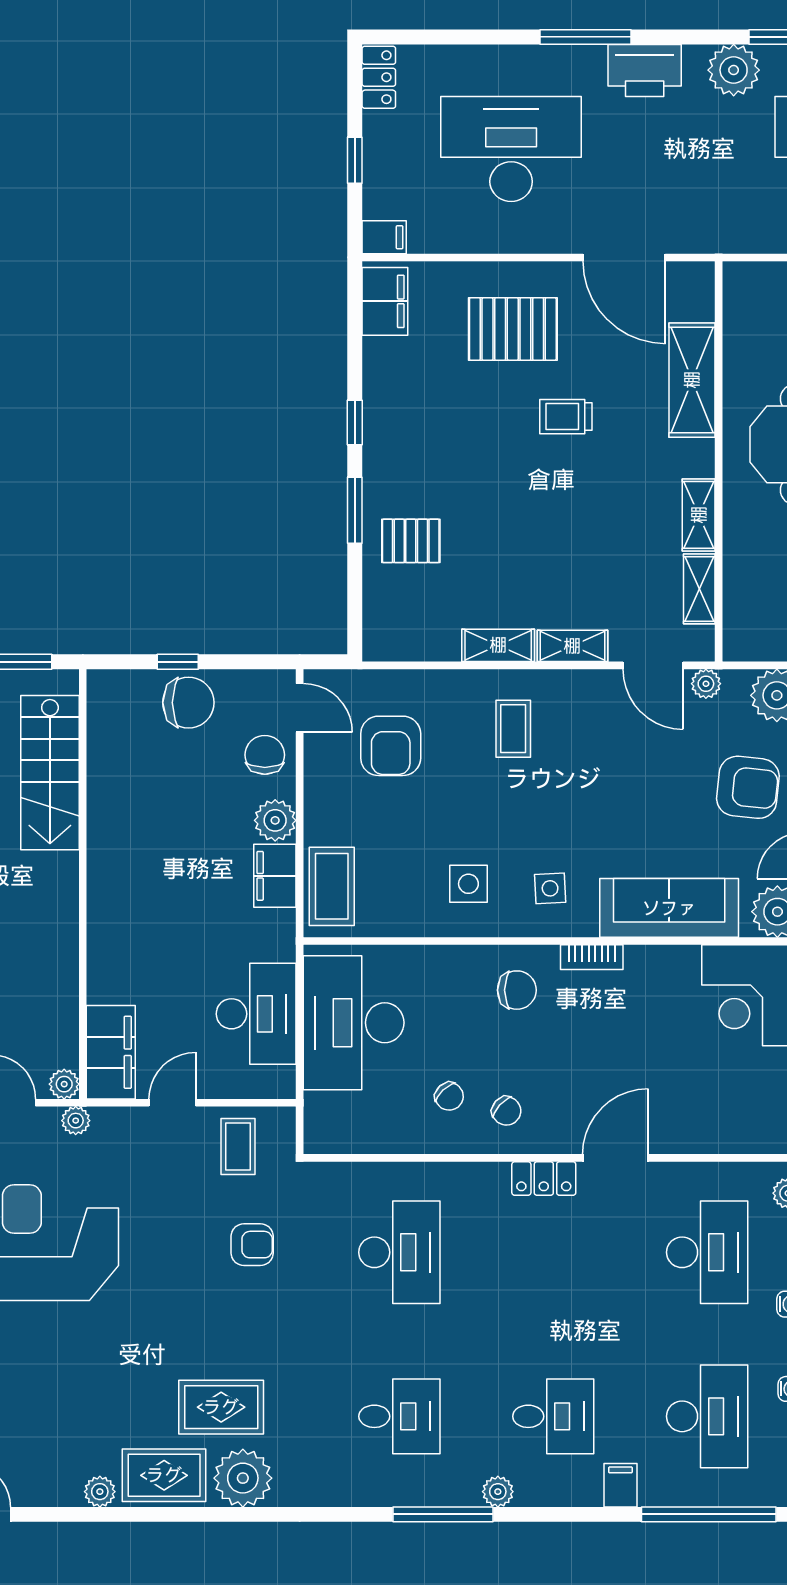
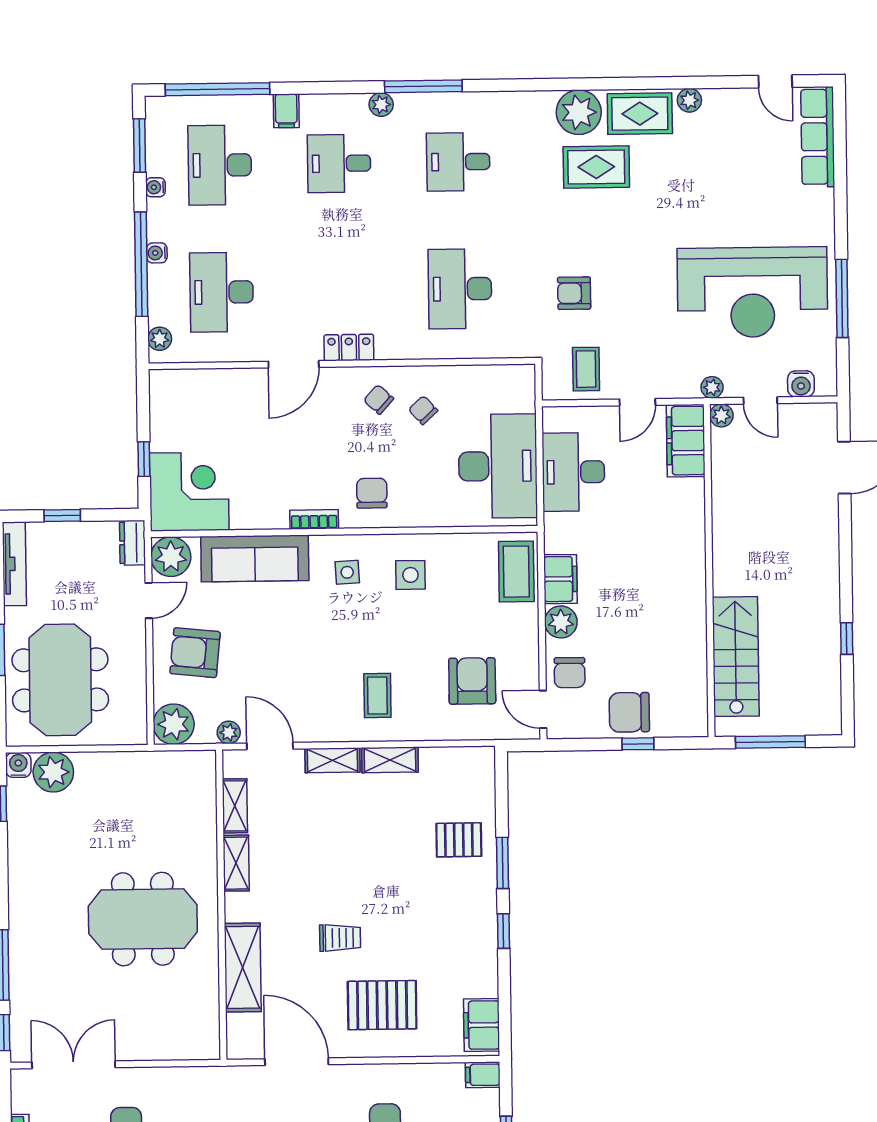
chair: (517, 990) -> (372, 493), turned 90

